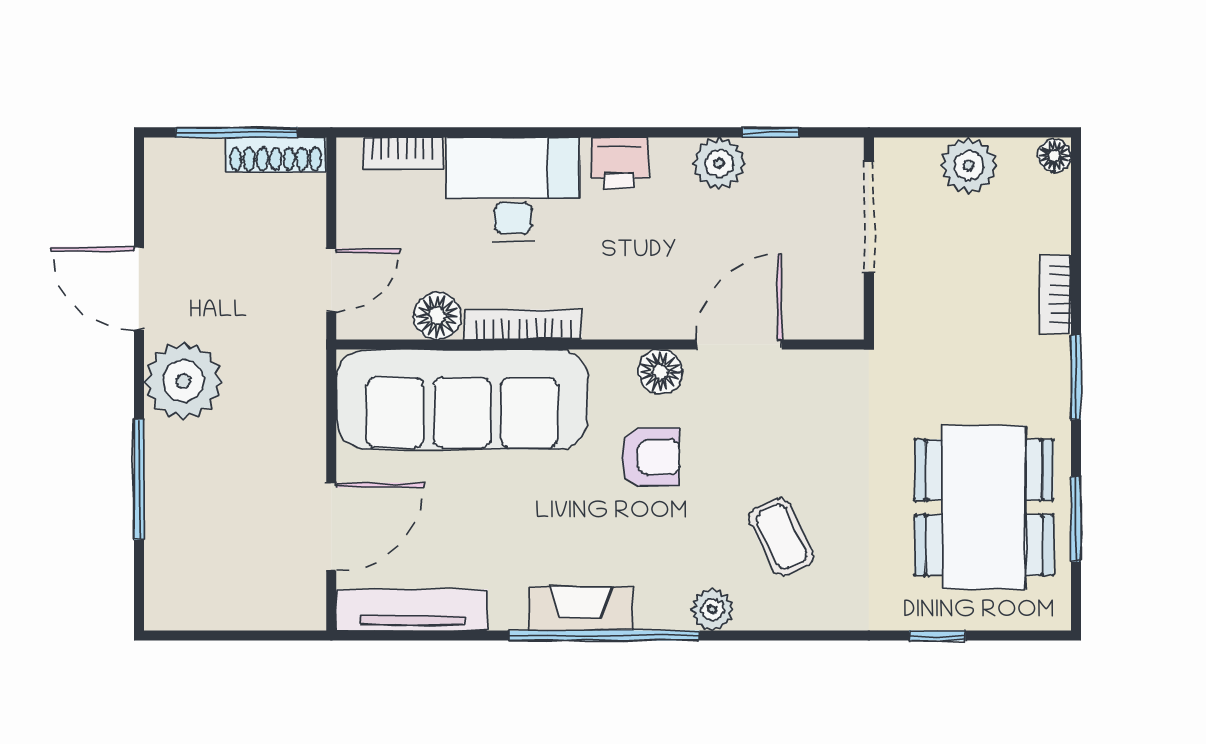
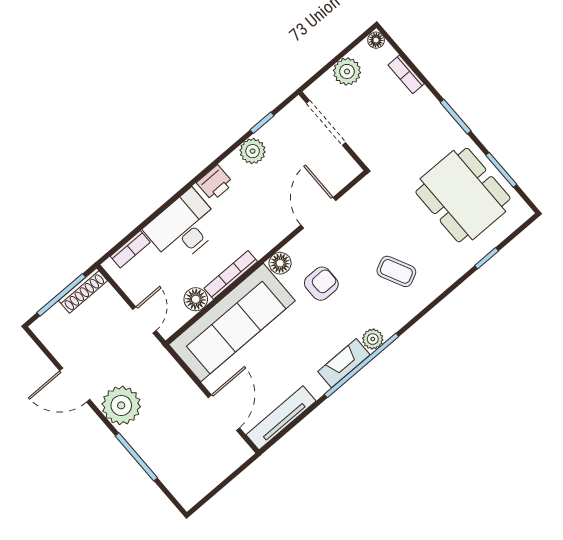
bookcase: (1056, 294) -> (406, 74), moved
floor lamp: (660, 371) -> (280, 263), moved
plant: (712, 610) -> (373, 339), moved

